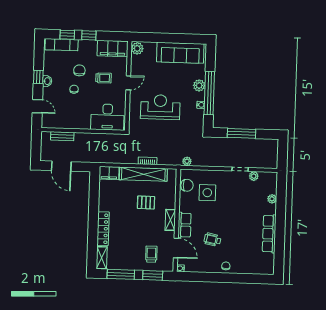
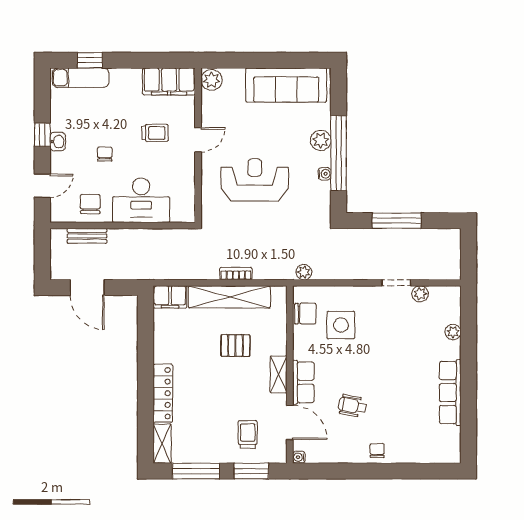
window: (89, 35) -> (127, 60), removed
chair: (79, 70) -> (90, 204), moved
door: (37, 106) -> (42, 186), hinge flipped
desk: (107, 117) -> (141, 200), moved

